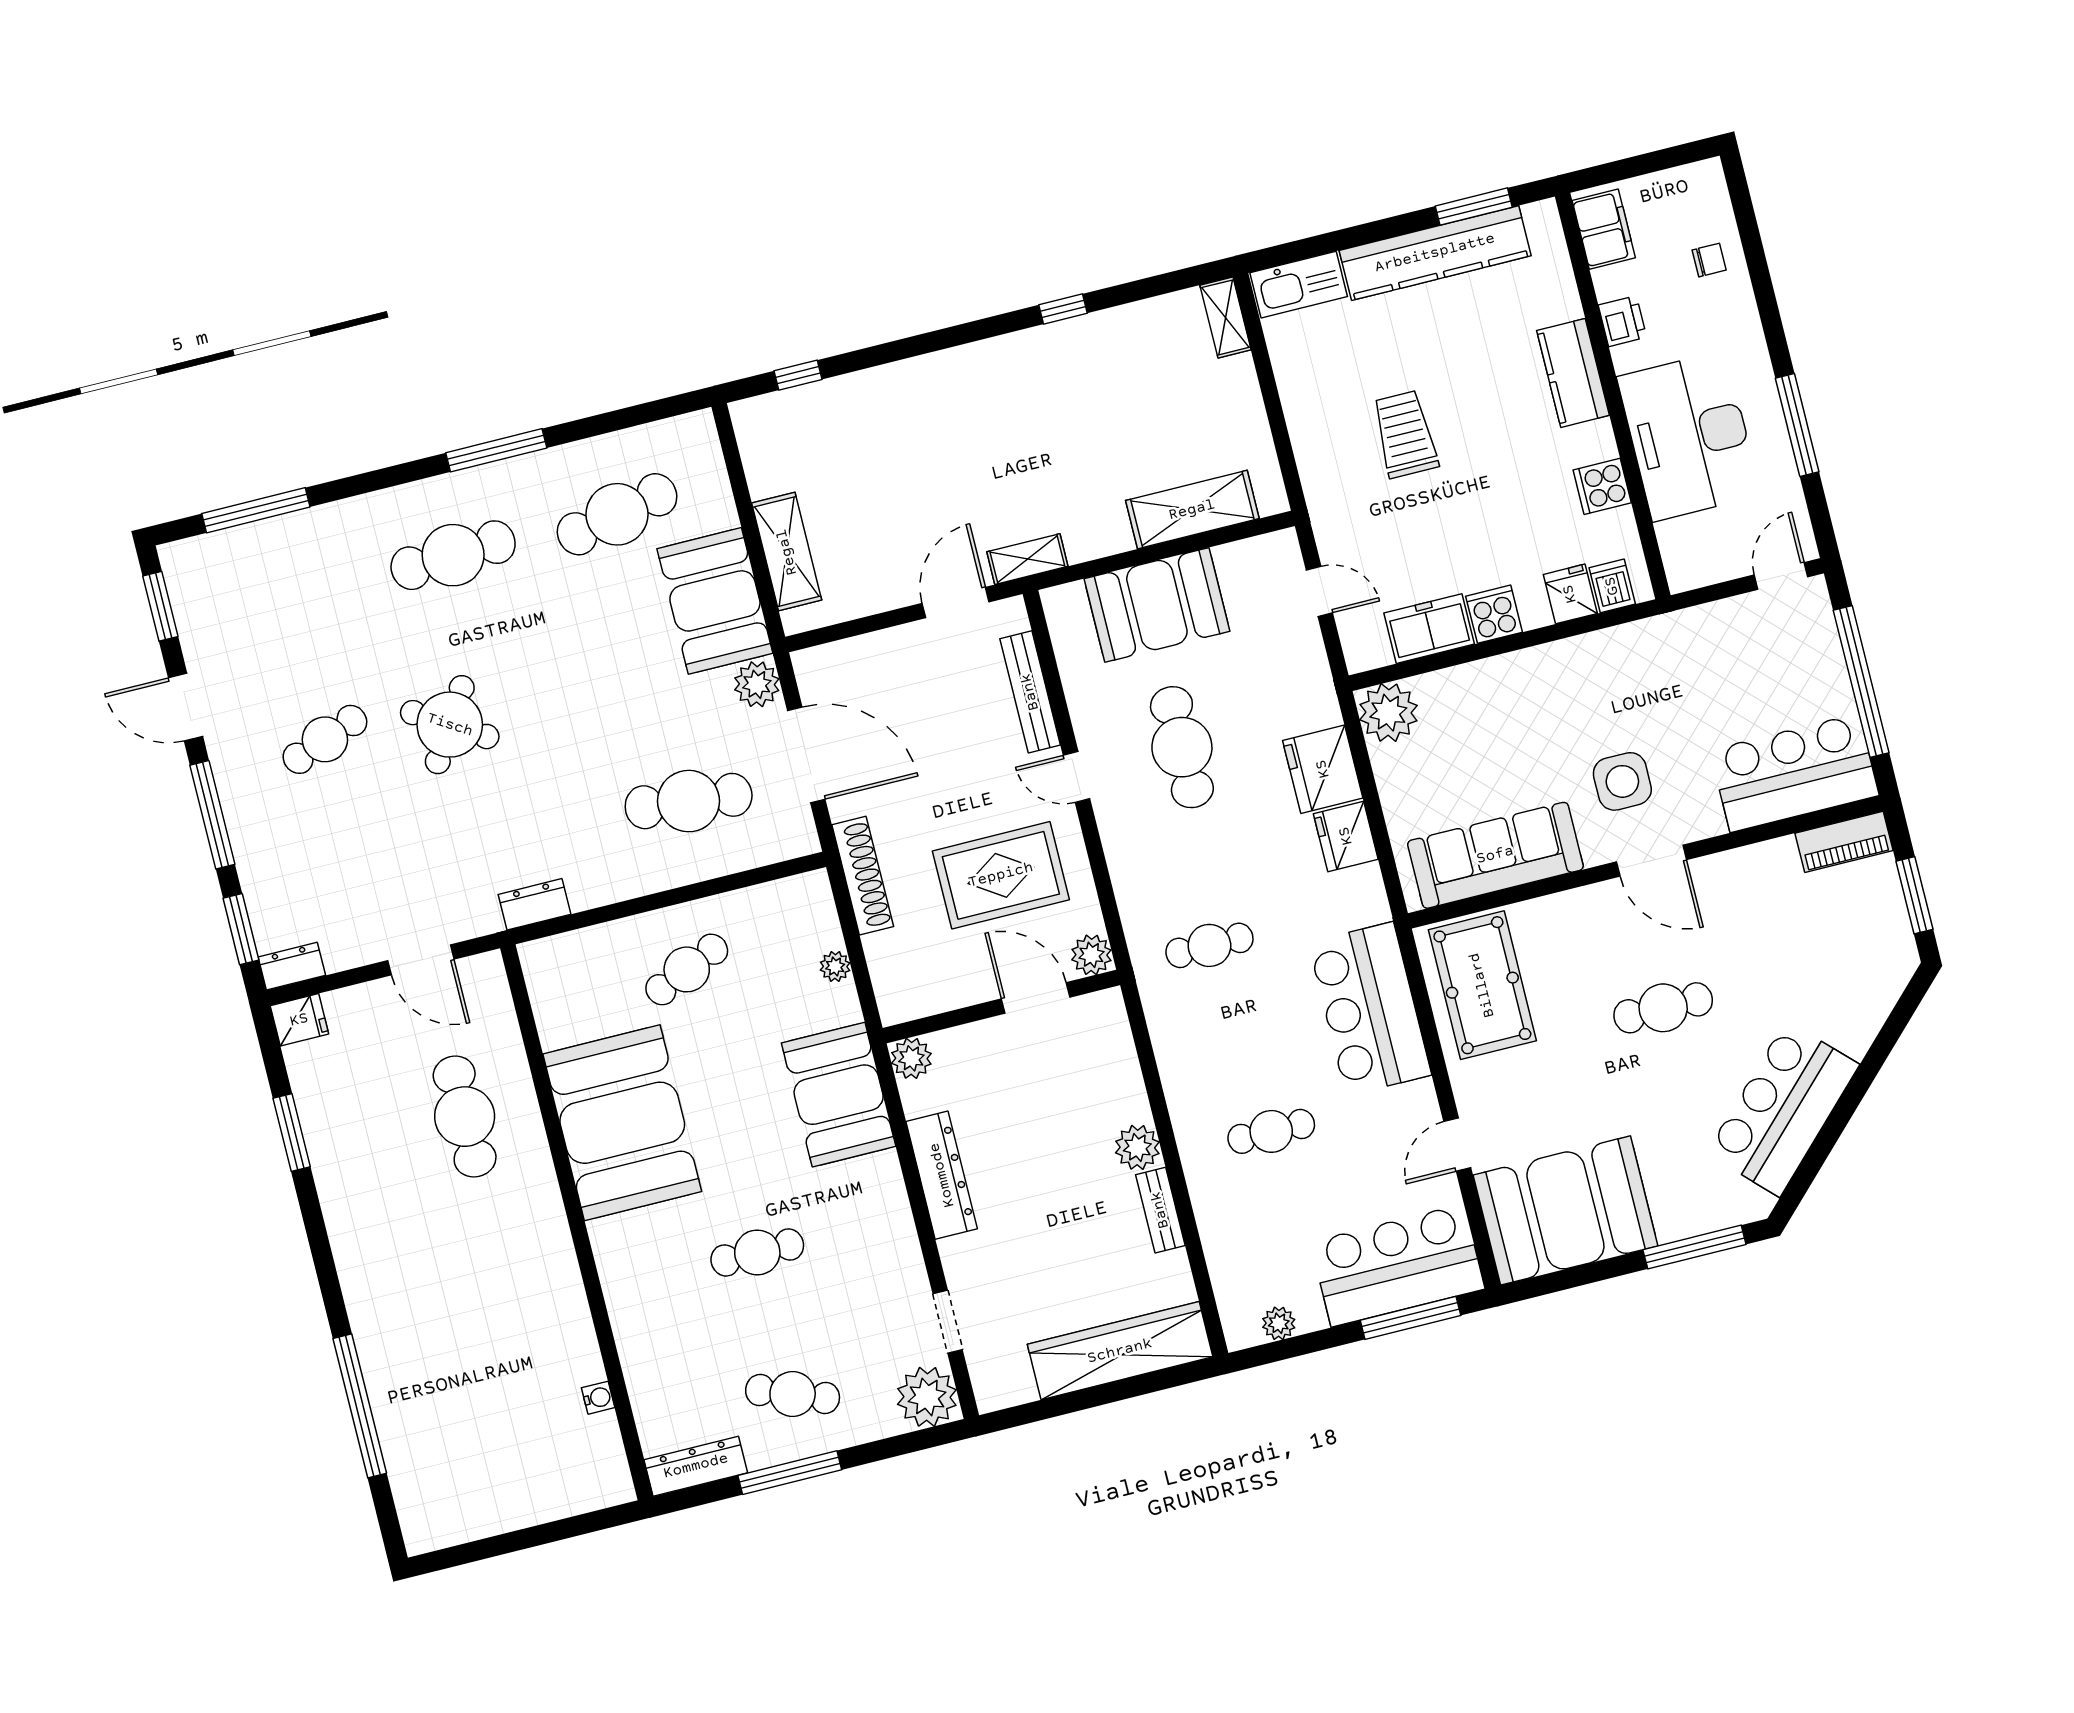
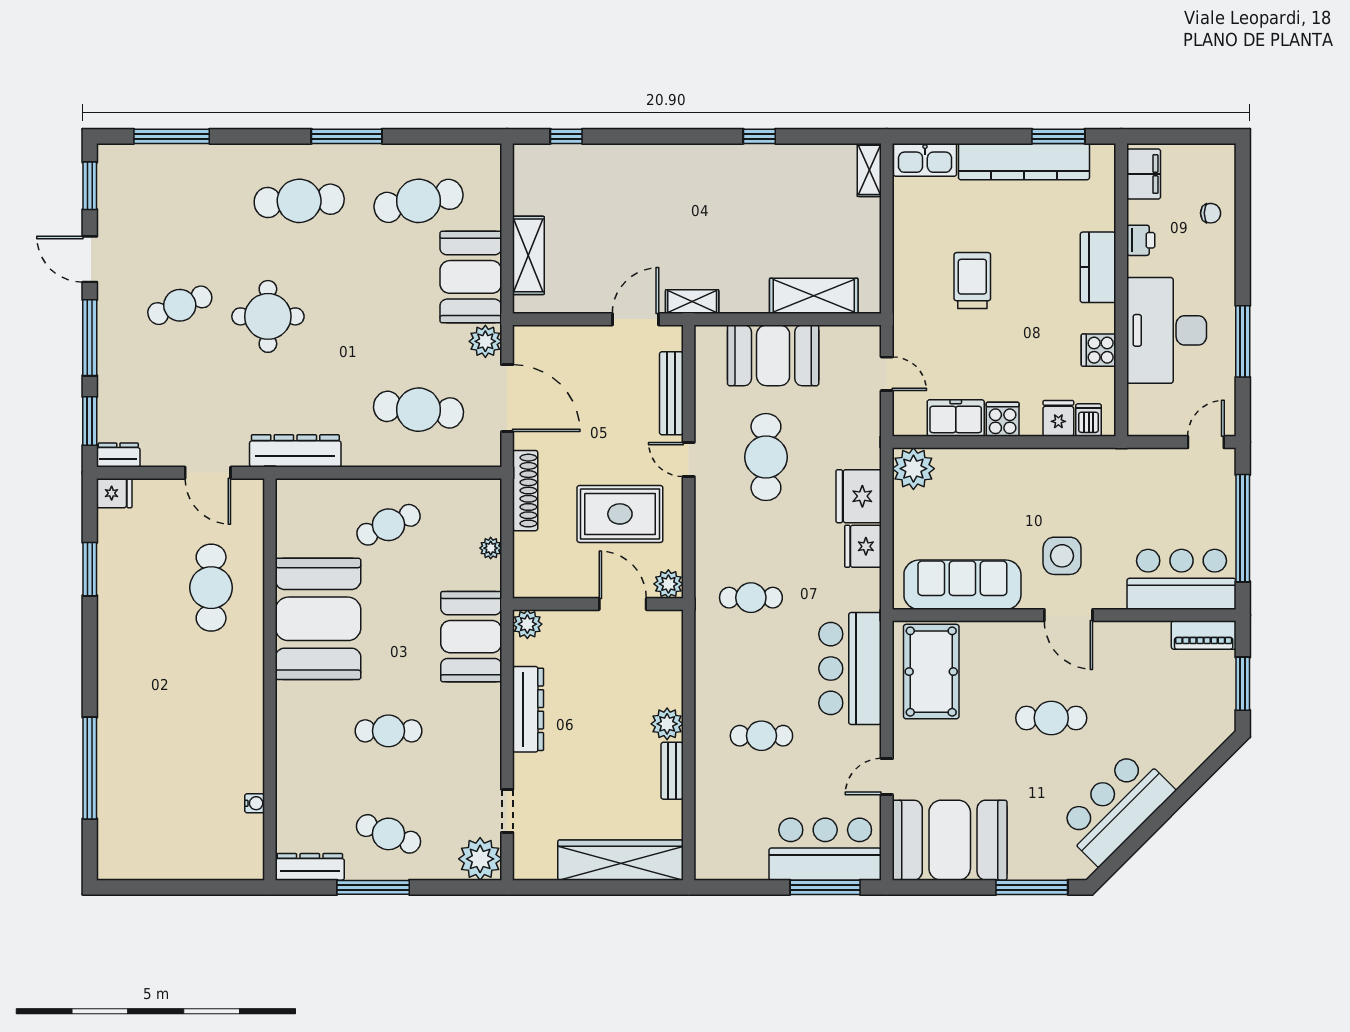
round table: (450, 725) -> (268, 316), turned -32
dresser: (535, 904) -> (295, 451), width x1.96, depth x1.24
plant: (1279, 1323) -> (734, 869), removed

